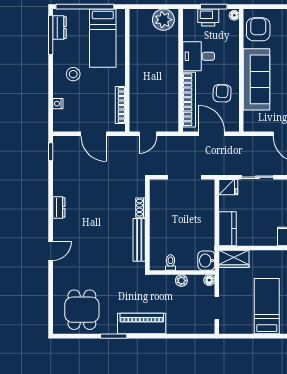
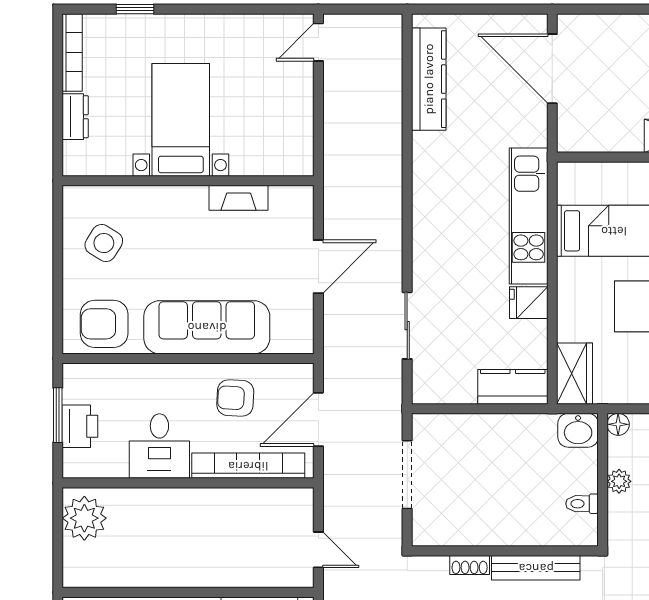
floor lamp: (234, 15) -> (75, 373), removed
fridge: (228, 187) -> (529, 303), moved, turned -90

